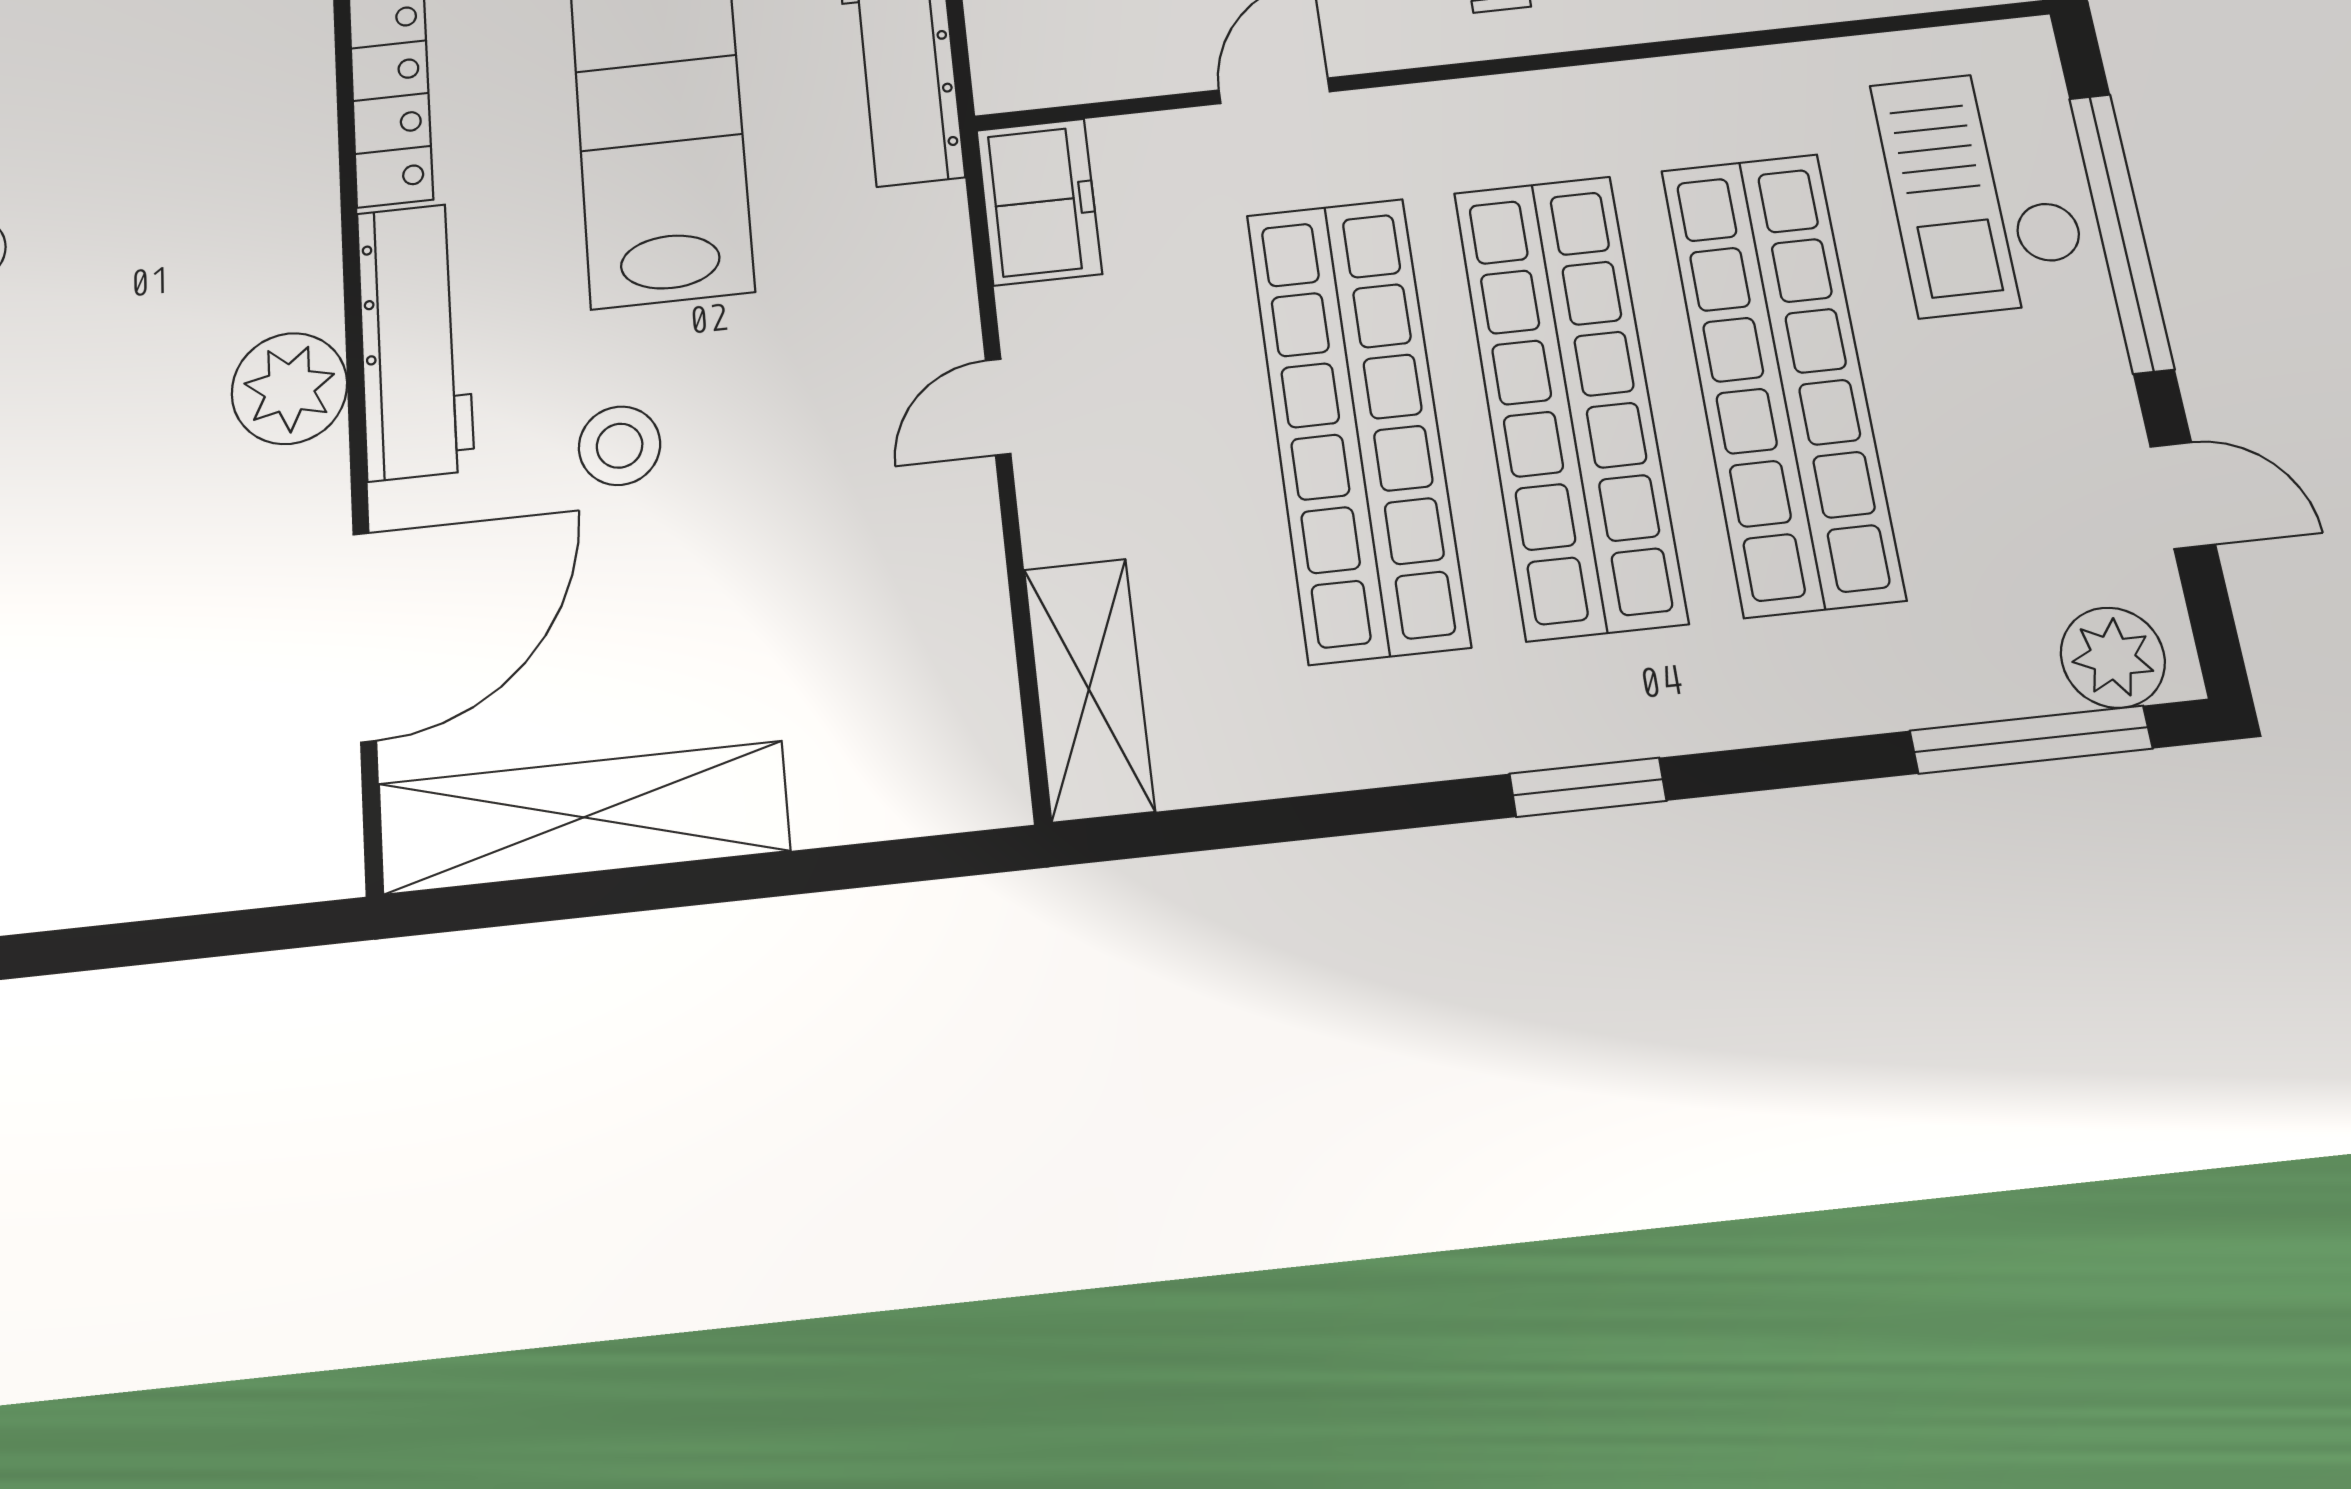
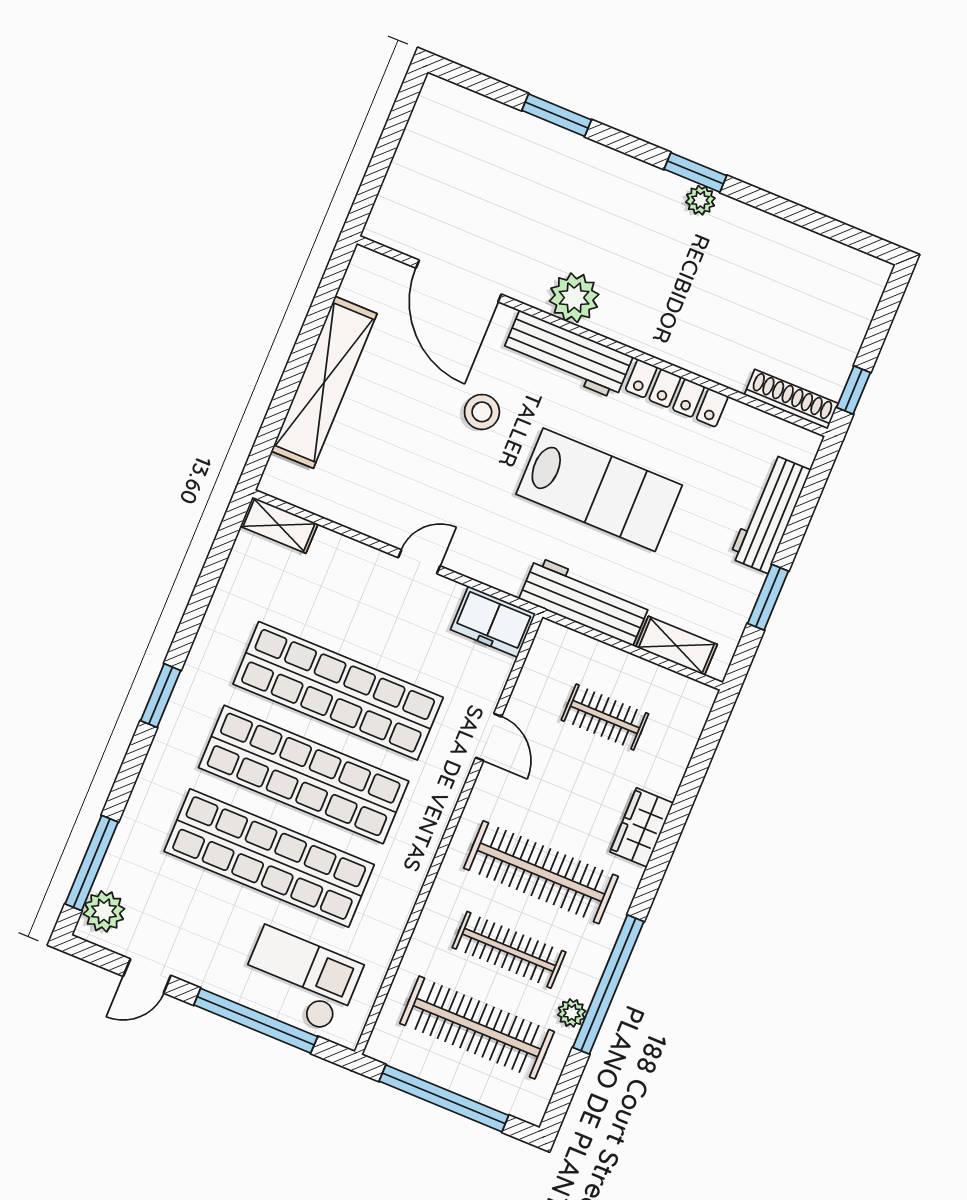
door: (998, 407) -> (419, 562), hinge flipped
shelving: (1089, 689) -> (279, 525), width x0.67, depth x0.75
shelving: (583, 817) -> (324, 382), moved

